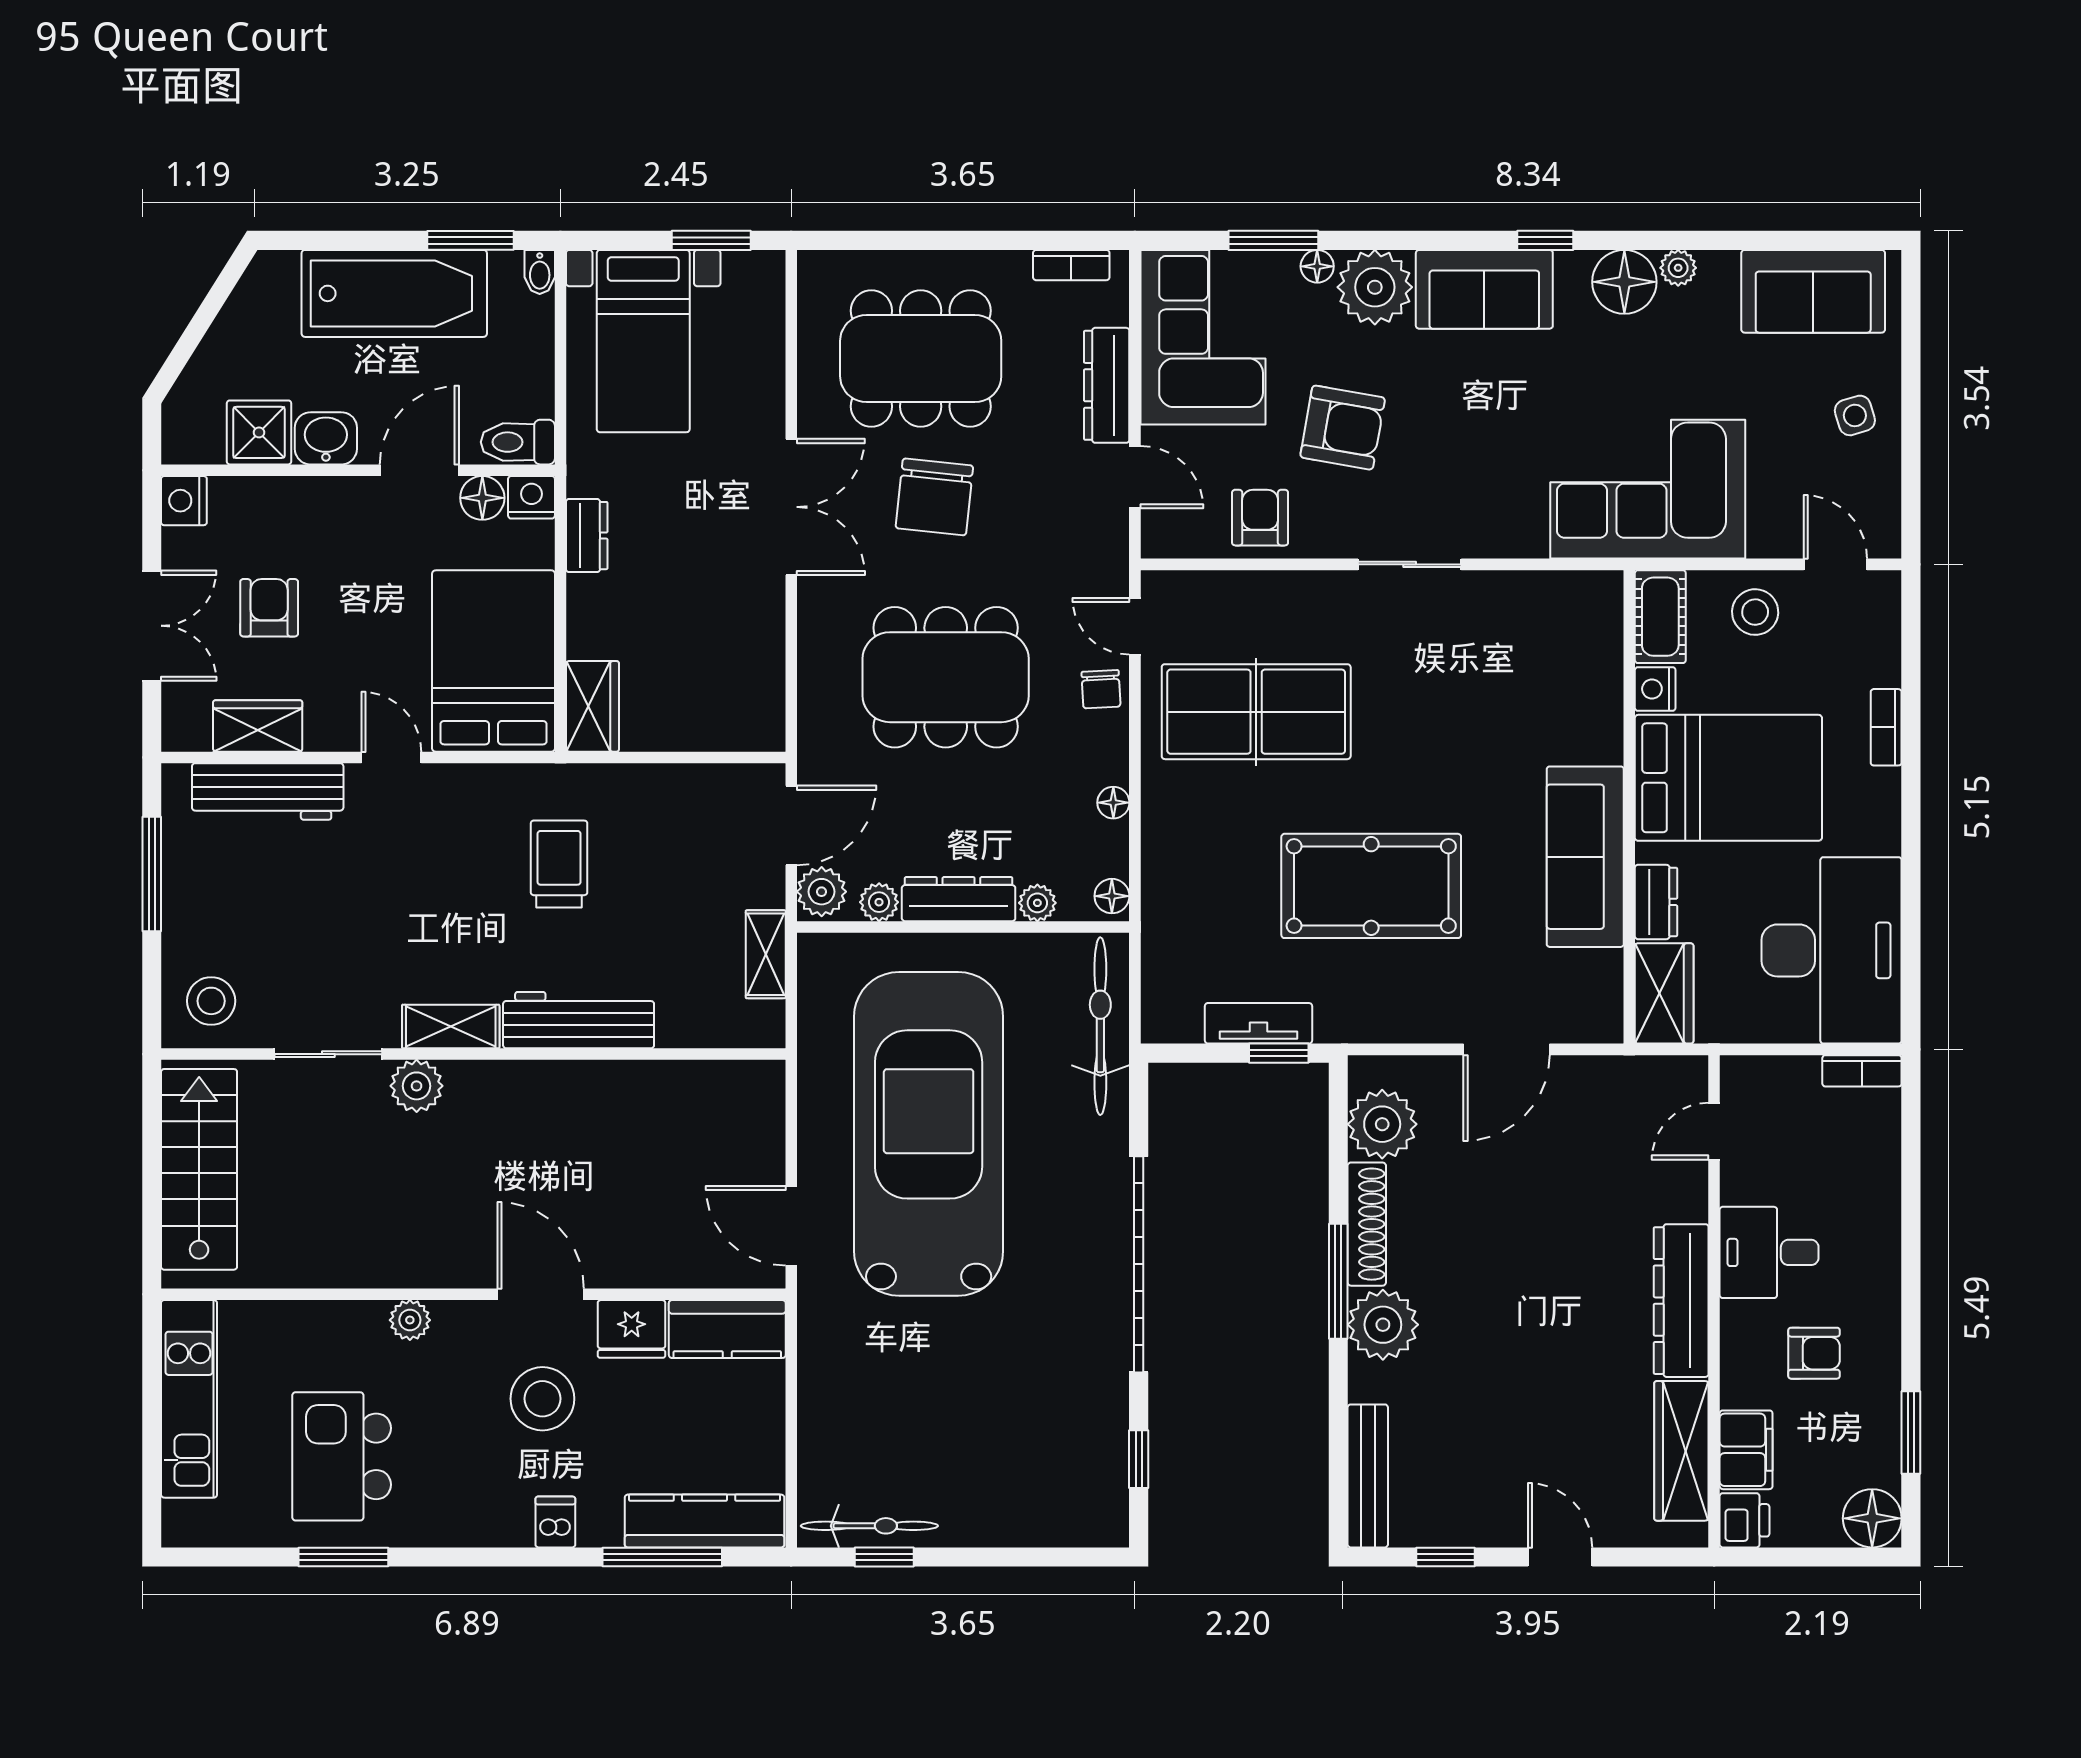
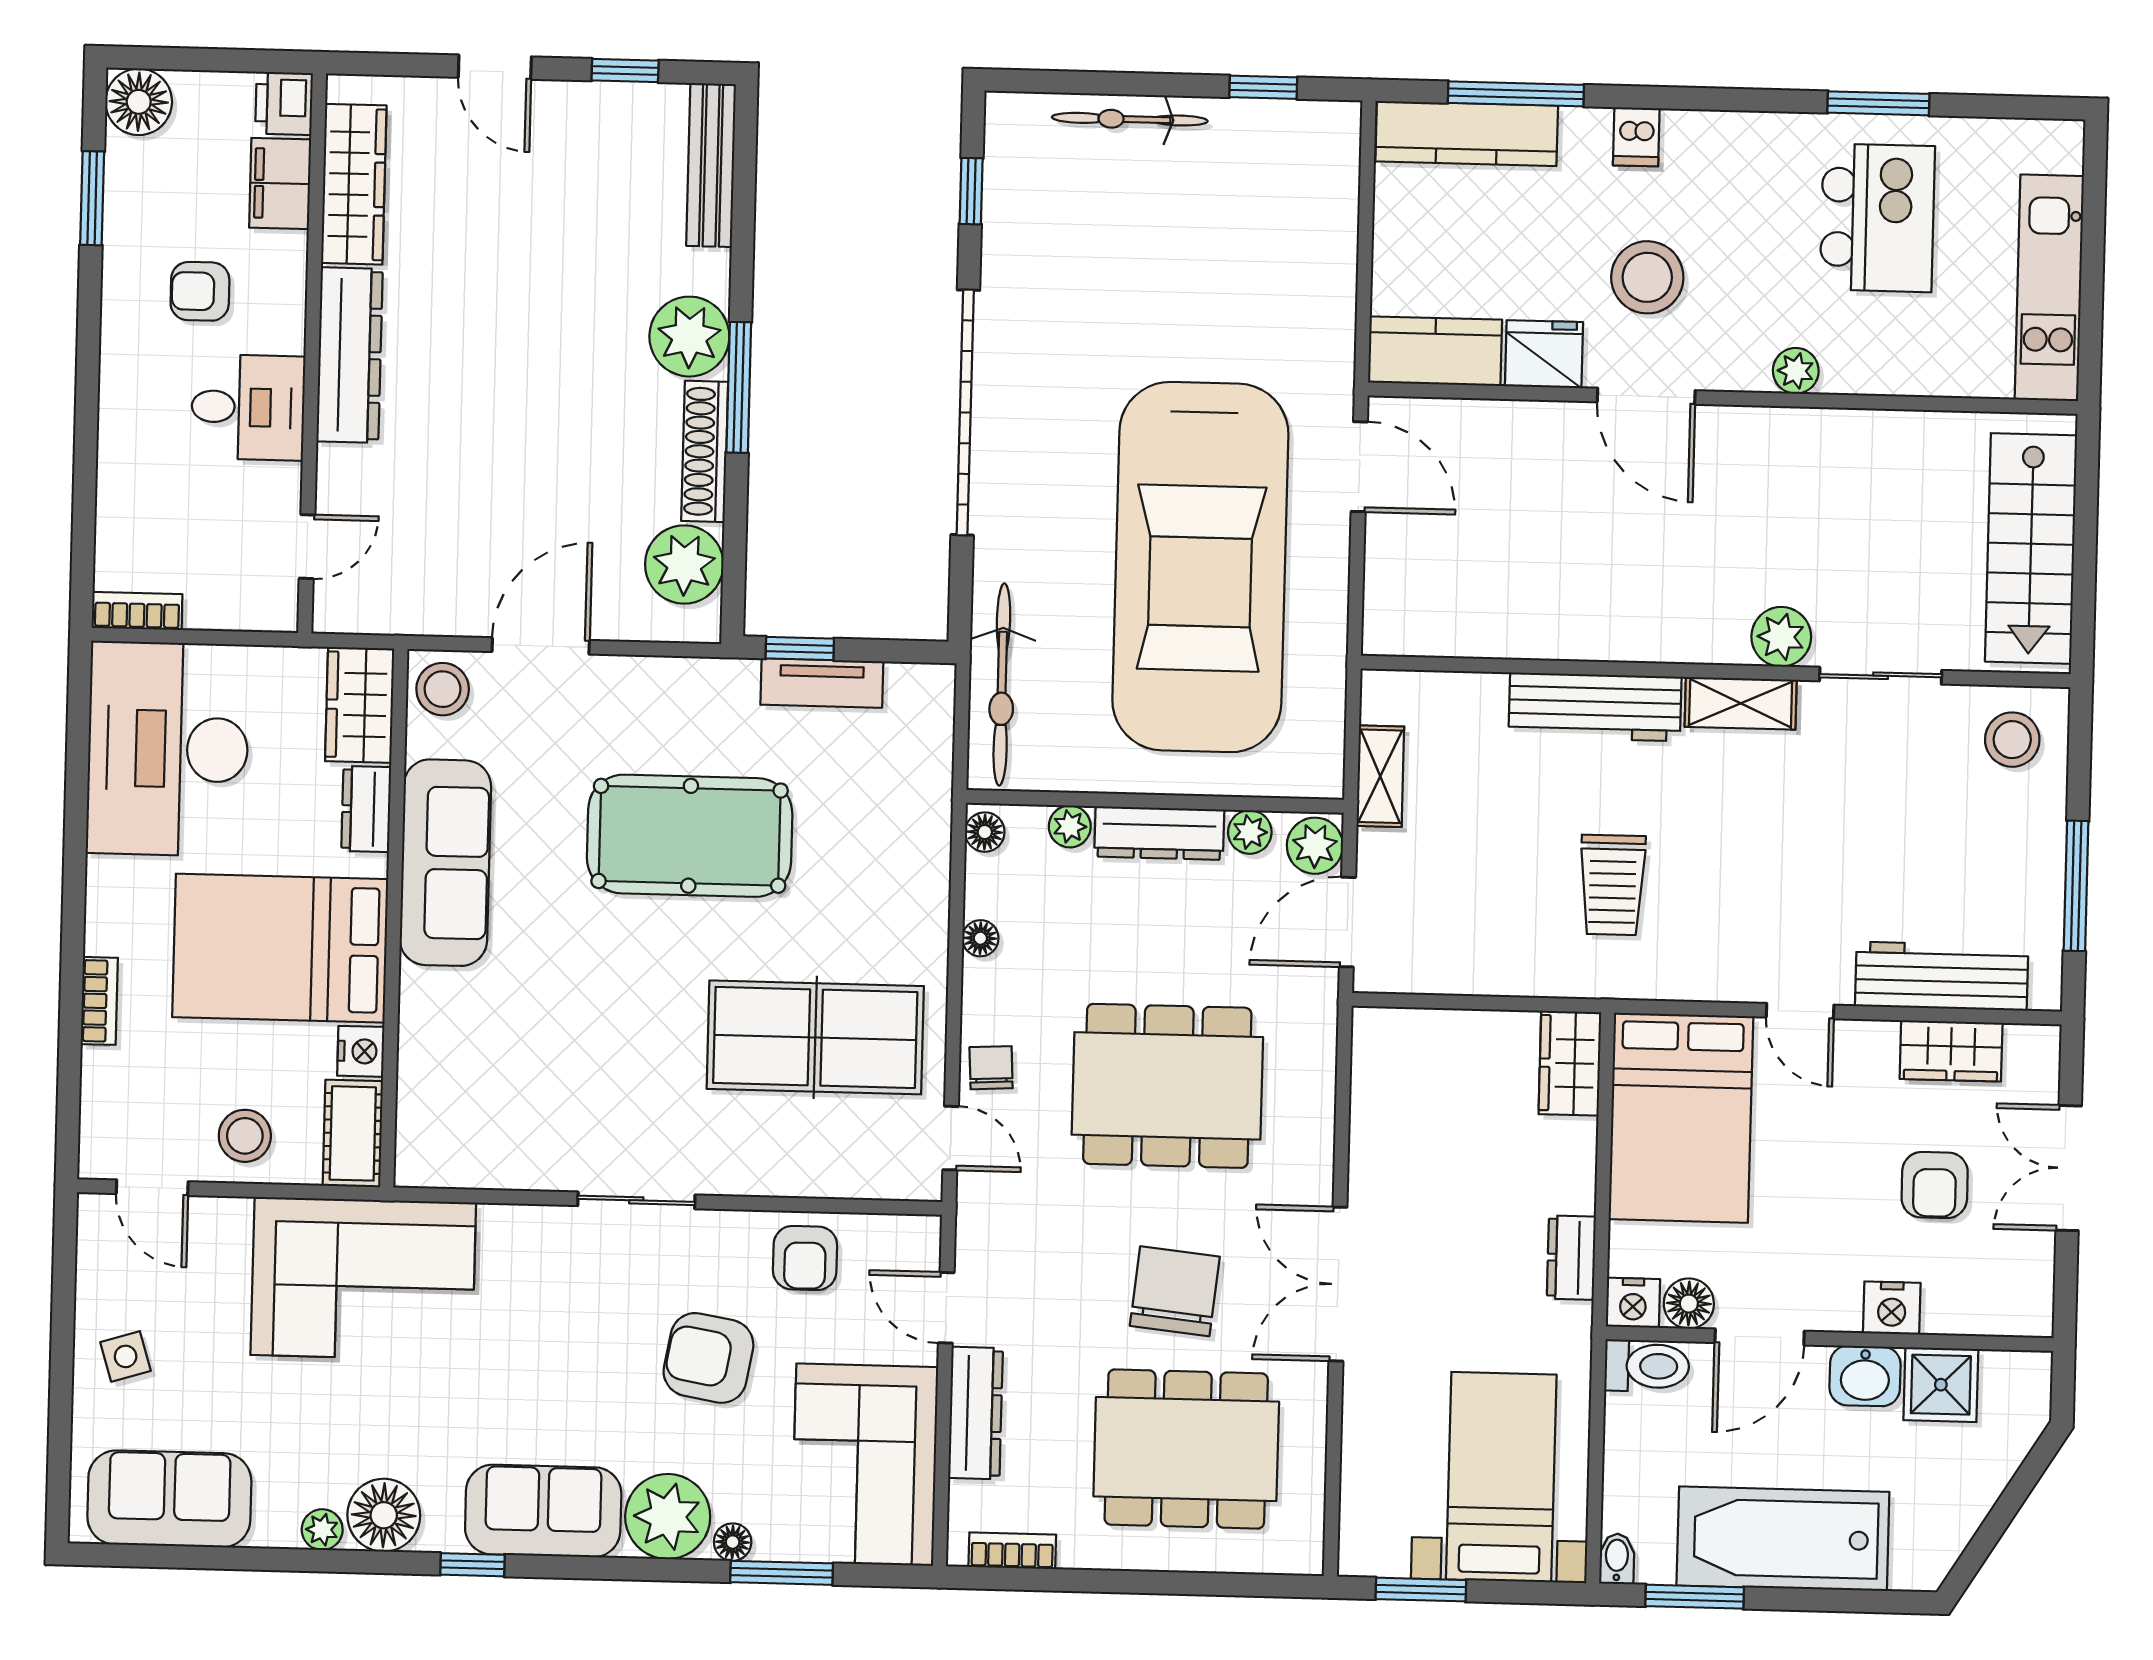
nightstand: (184, 501) -> (1892, 1308), moved, turned 90
stool: (1592, 1009) -> (443, 689), added
bicycle: (869, 1526) -> (1130, 119), moved

